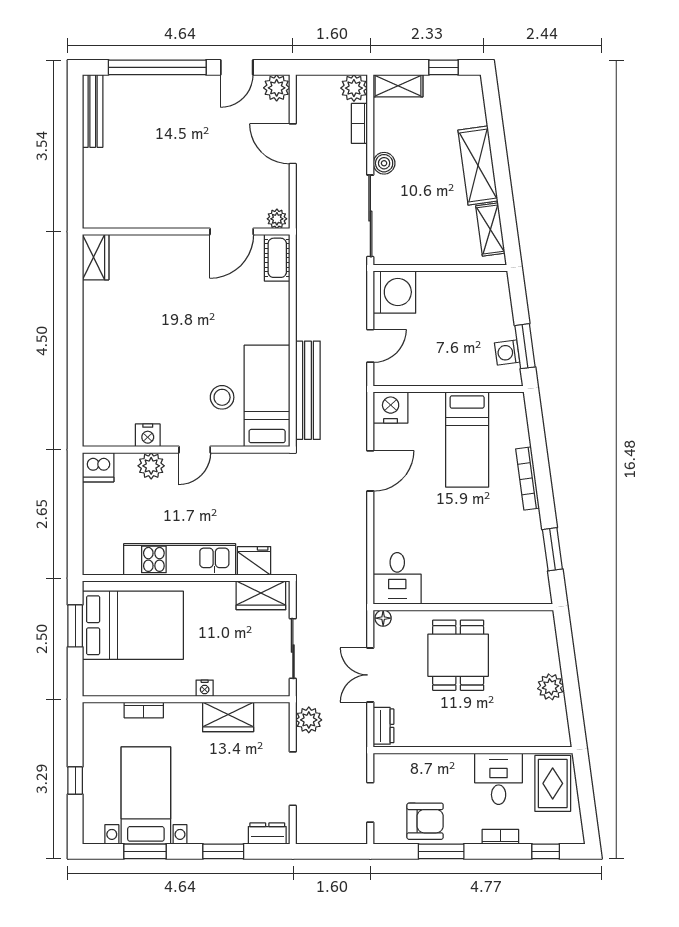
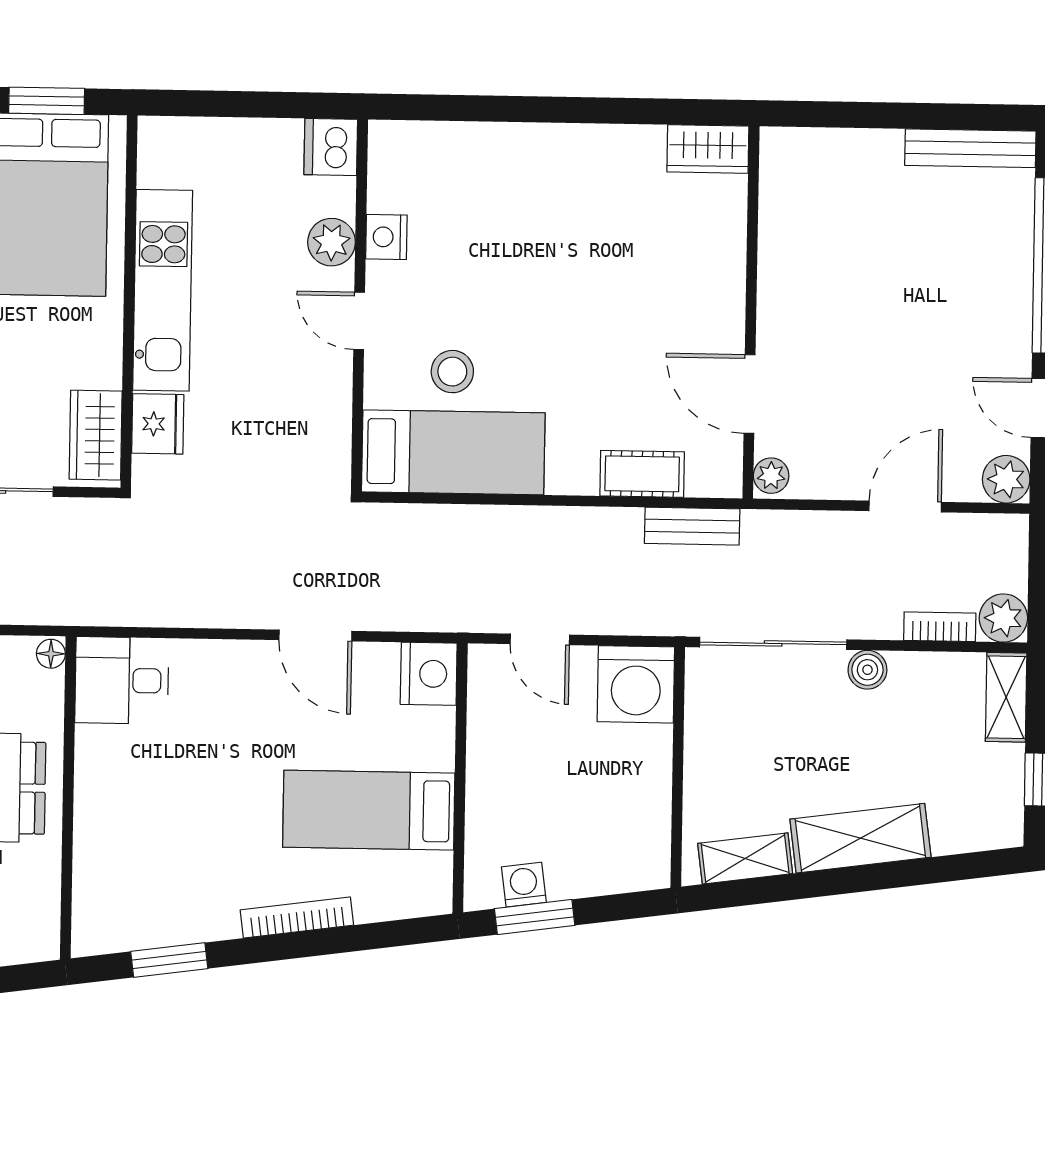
cot: (277, 258) -> (642, 474), moved
bench: (308, 390) -> (692, 526), moved, width x0.54, depth x0.82

